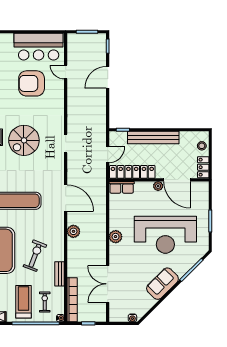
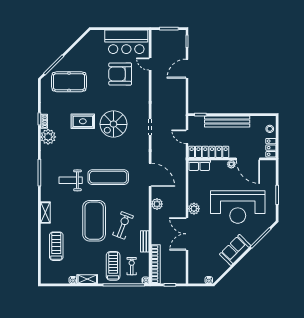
door: (108, 155) -> (187, 137), swing flipped
double door: (108, 284) -> (187, 234), moved

